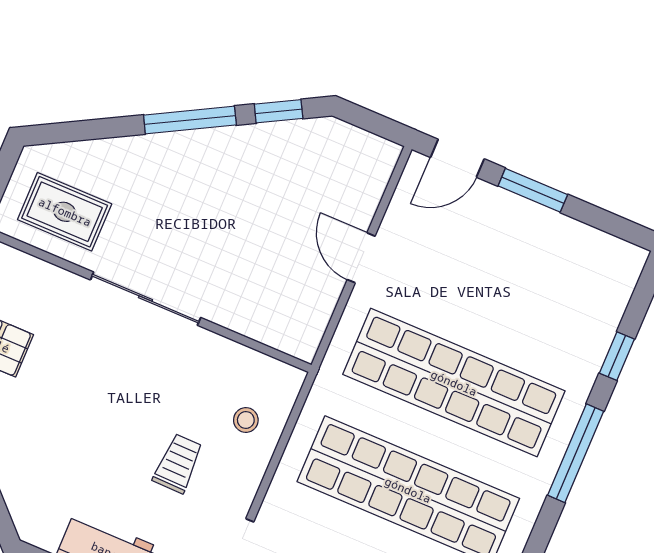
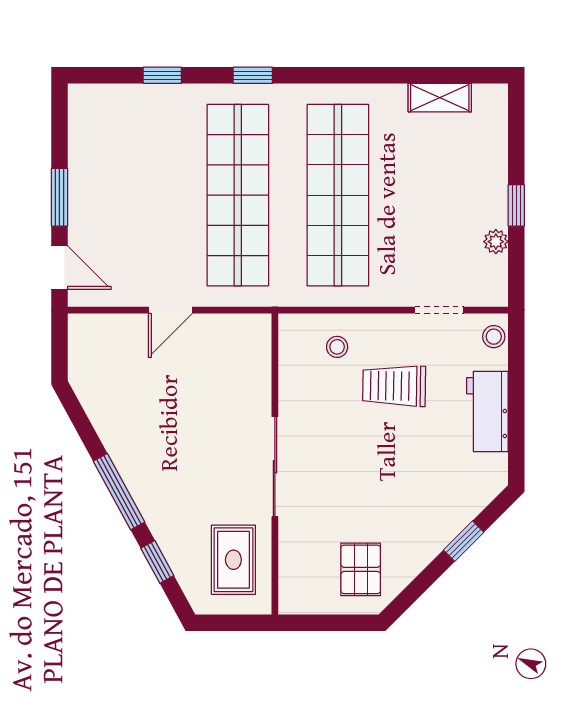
window: (279, 111) -> (157, 562), moved
window: (576, 453) -> (253, 75), width x0.46
trolley: (178, 463) -> (394, 386), width x1.36, depth x1.39

